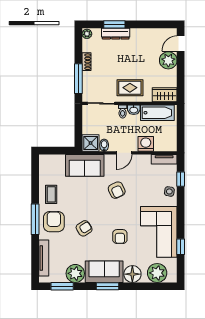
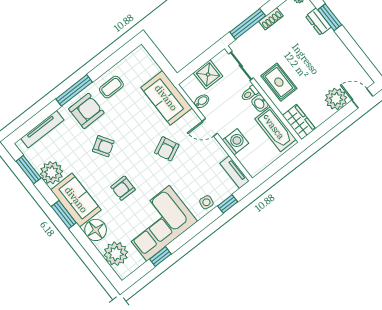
dresser: (116, 34) -> (318, 22), width x0.70
shower: (91, 143) -> (208, 75), moved

